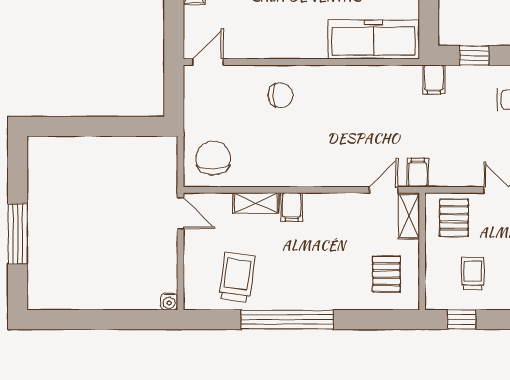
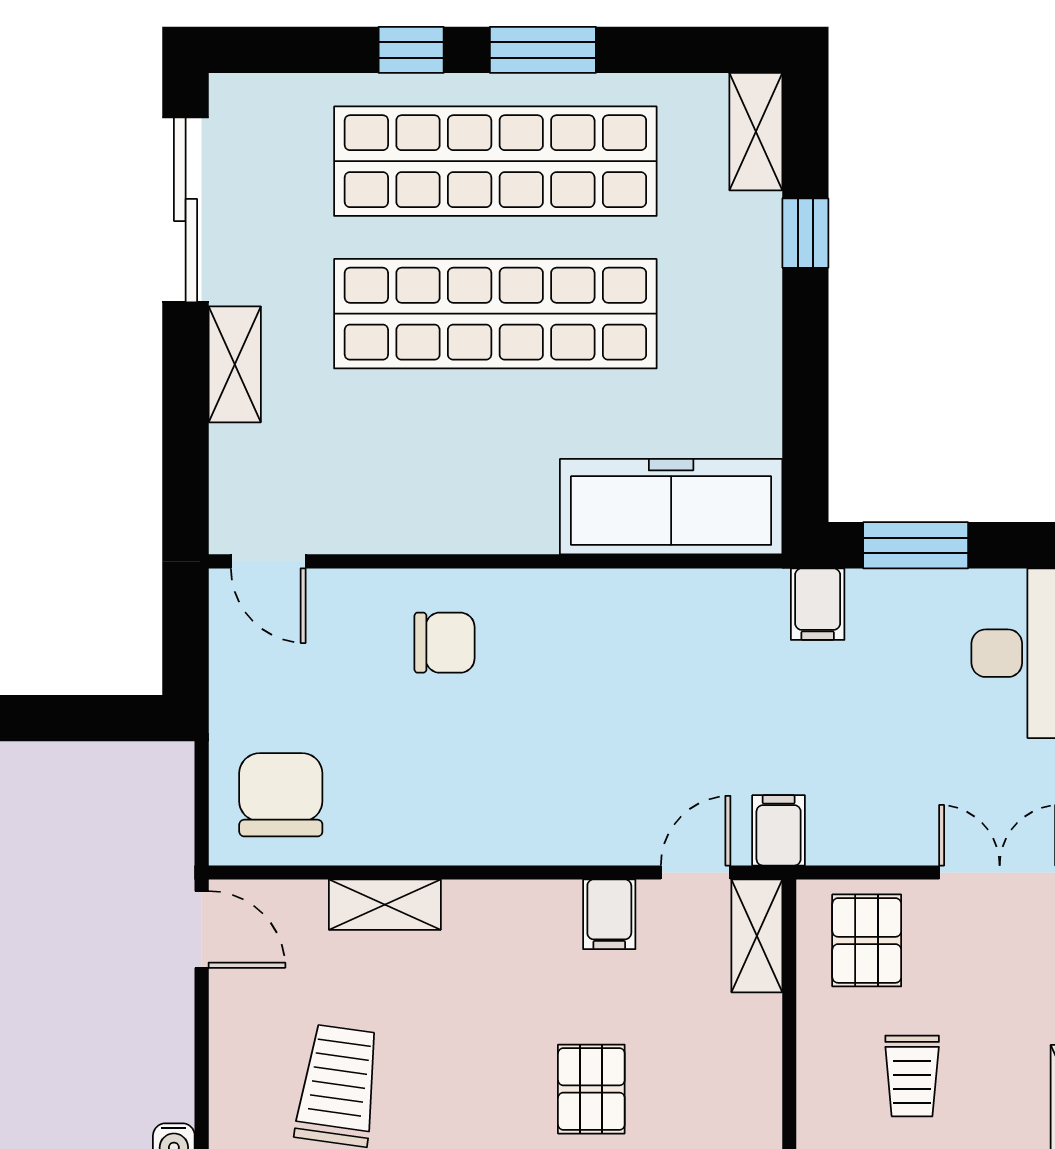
window: (474, 55) -> (916, 545), width x1.50
door: (208, 62) -> (268, 561), swing flipped
filing cabinet: (292, 207) -> (609, 914), moved
pallet: (386, 274) -> (591, 1089), moved
trolley: (473, 274) -> (912, 1076), turned 180

